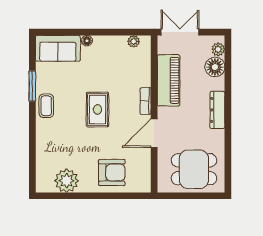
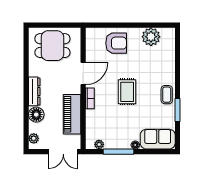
window: (109, 32) -> (118, 152), added
floor lamp: (215, 67) -> (36, 115), moved
armchair: (112, 172) -> (116, 43), turned 180

